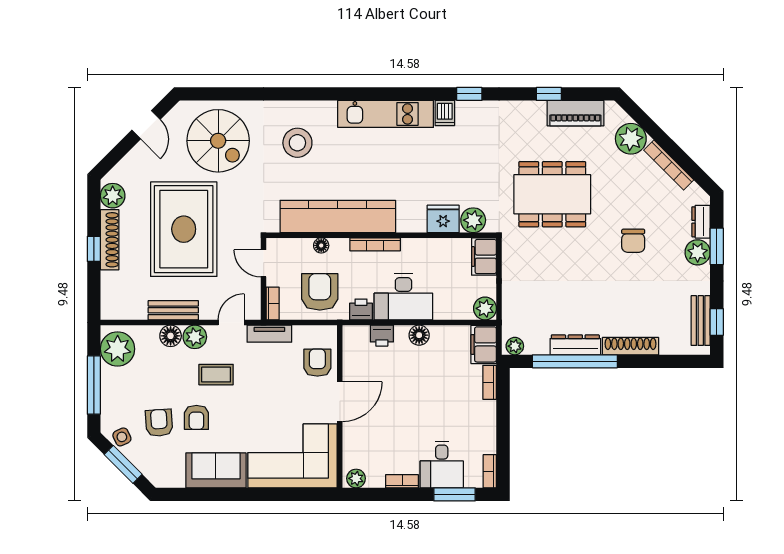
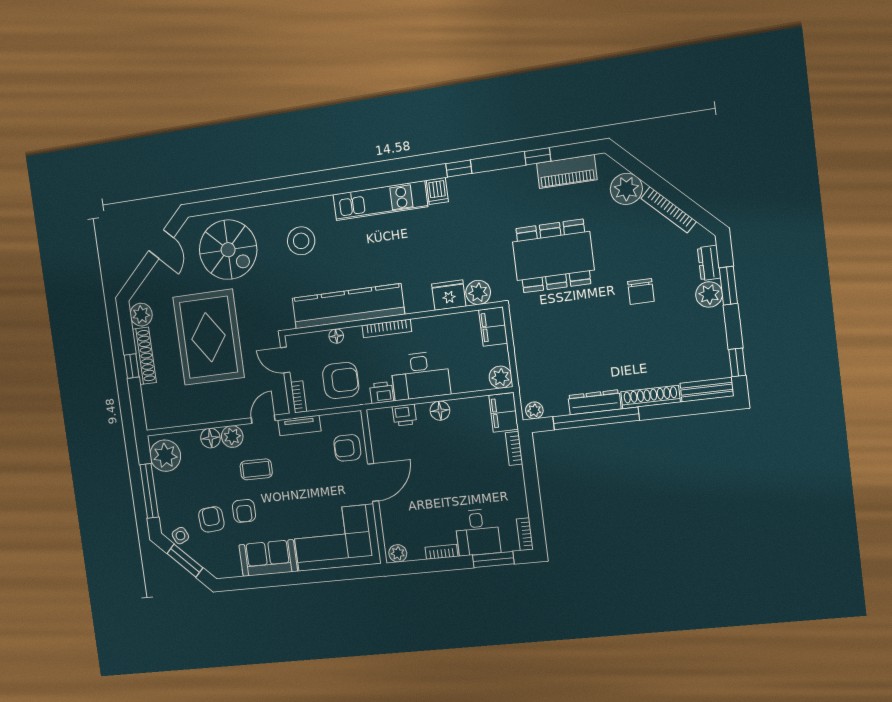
armchair: (320, 292) -> (341, 380), turned 90
bench: (173, 310) -> (210, 414), removed
bench: (701, 321) -> (707, 390), moved, turned 90
armchair: (317, 363) -> (347, 448), turned -90

